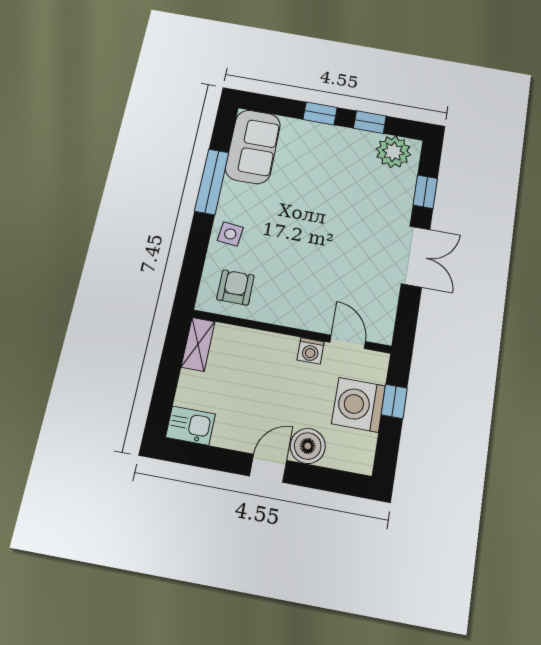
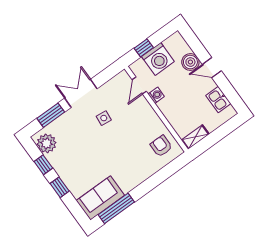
window: (212, 182) -> (116, 208), moved
window: (425, 192) -> (51, 115), width x1.50
side table: (230, 234) -> (104, 118), moved
armchair: (235, 287) -> (161, 146), turned 90
kitchen sink: (190, 426) -> (218, 99), moved

